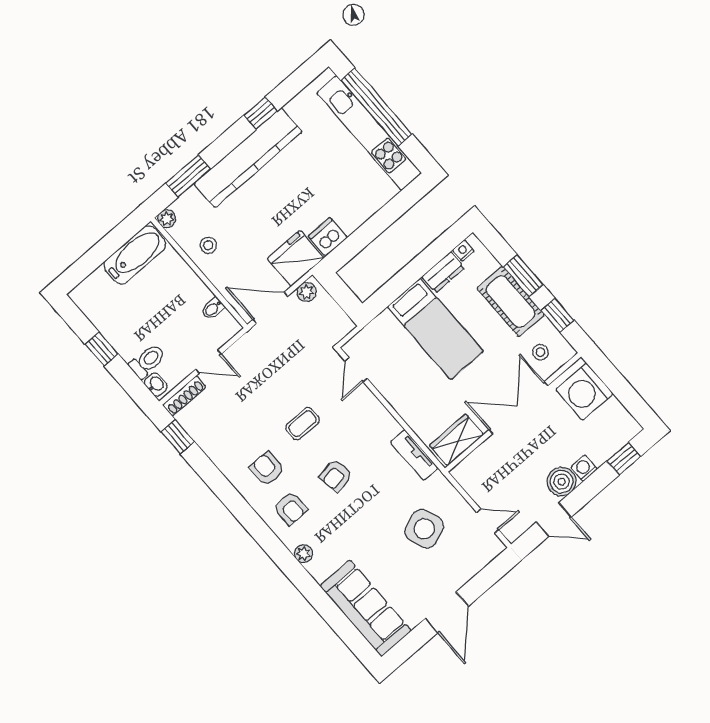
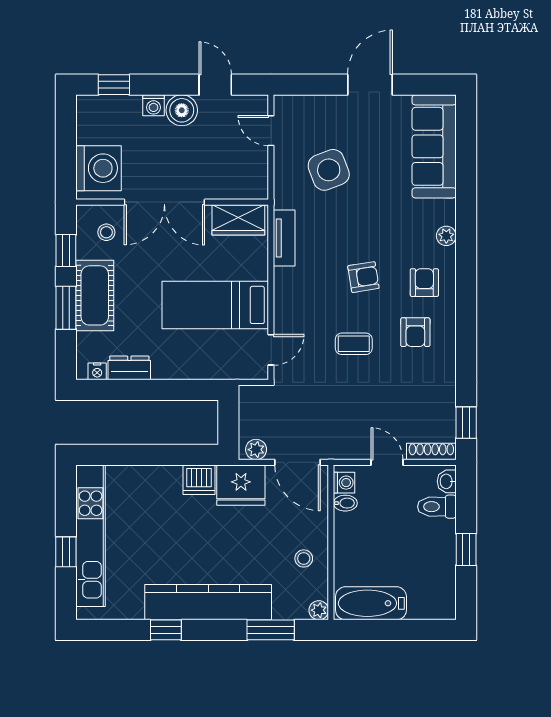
window: (376, 107) -> (66, 552), width x0.32
washing machine: (226, 322) -> (344, 483), added
bed: (435, 329) -> (215, 305), moved, turned -90

